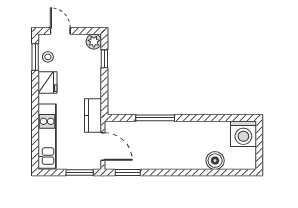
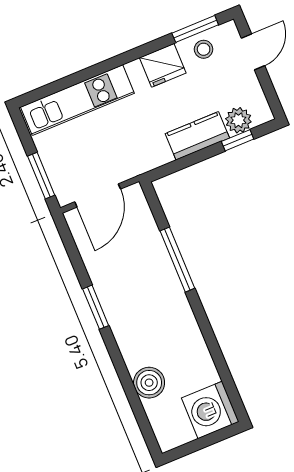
plant: (94, 42) -> (238, 120), moved
kitchen counter: (93, 115) -> (197, 136), moved
window: (128, 172) -> (96, 307), moved

